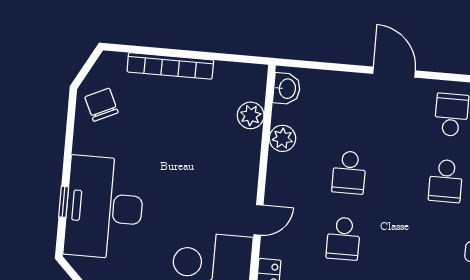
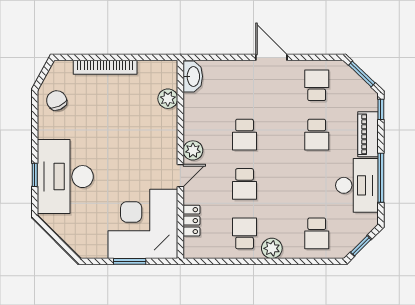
washbasin: (287, 89) -> (193, 76), width x1.38
plant: (282, 138) -> (193, 150), moved

